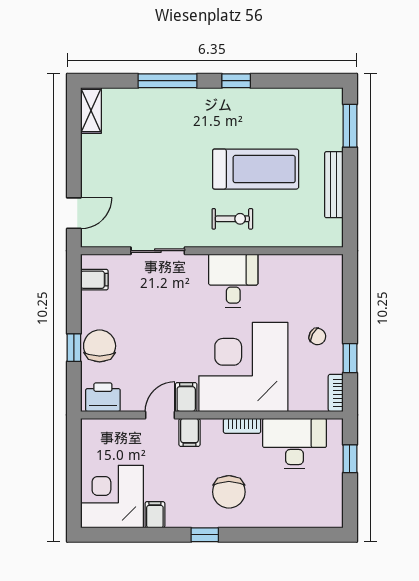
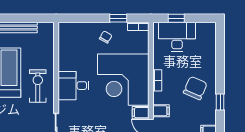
exercise bike: (232, 219) -> (38, 86), width x1.38, depth x1.39
desk: (295, 443) -> (177, 37), moved, turned 90
chair: (229, 492) -> (195, 88), turned -67

